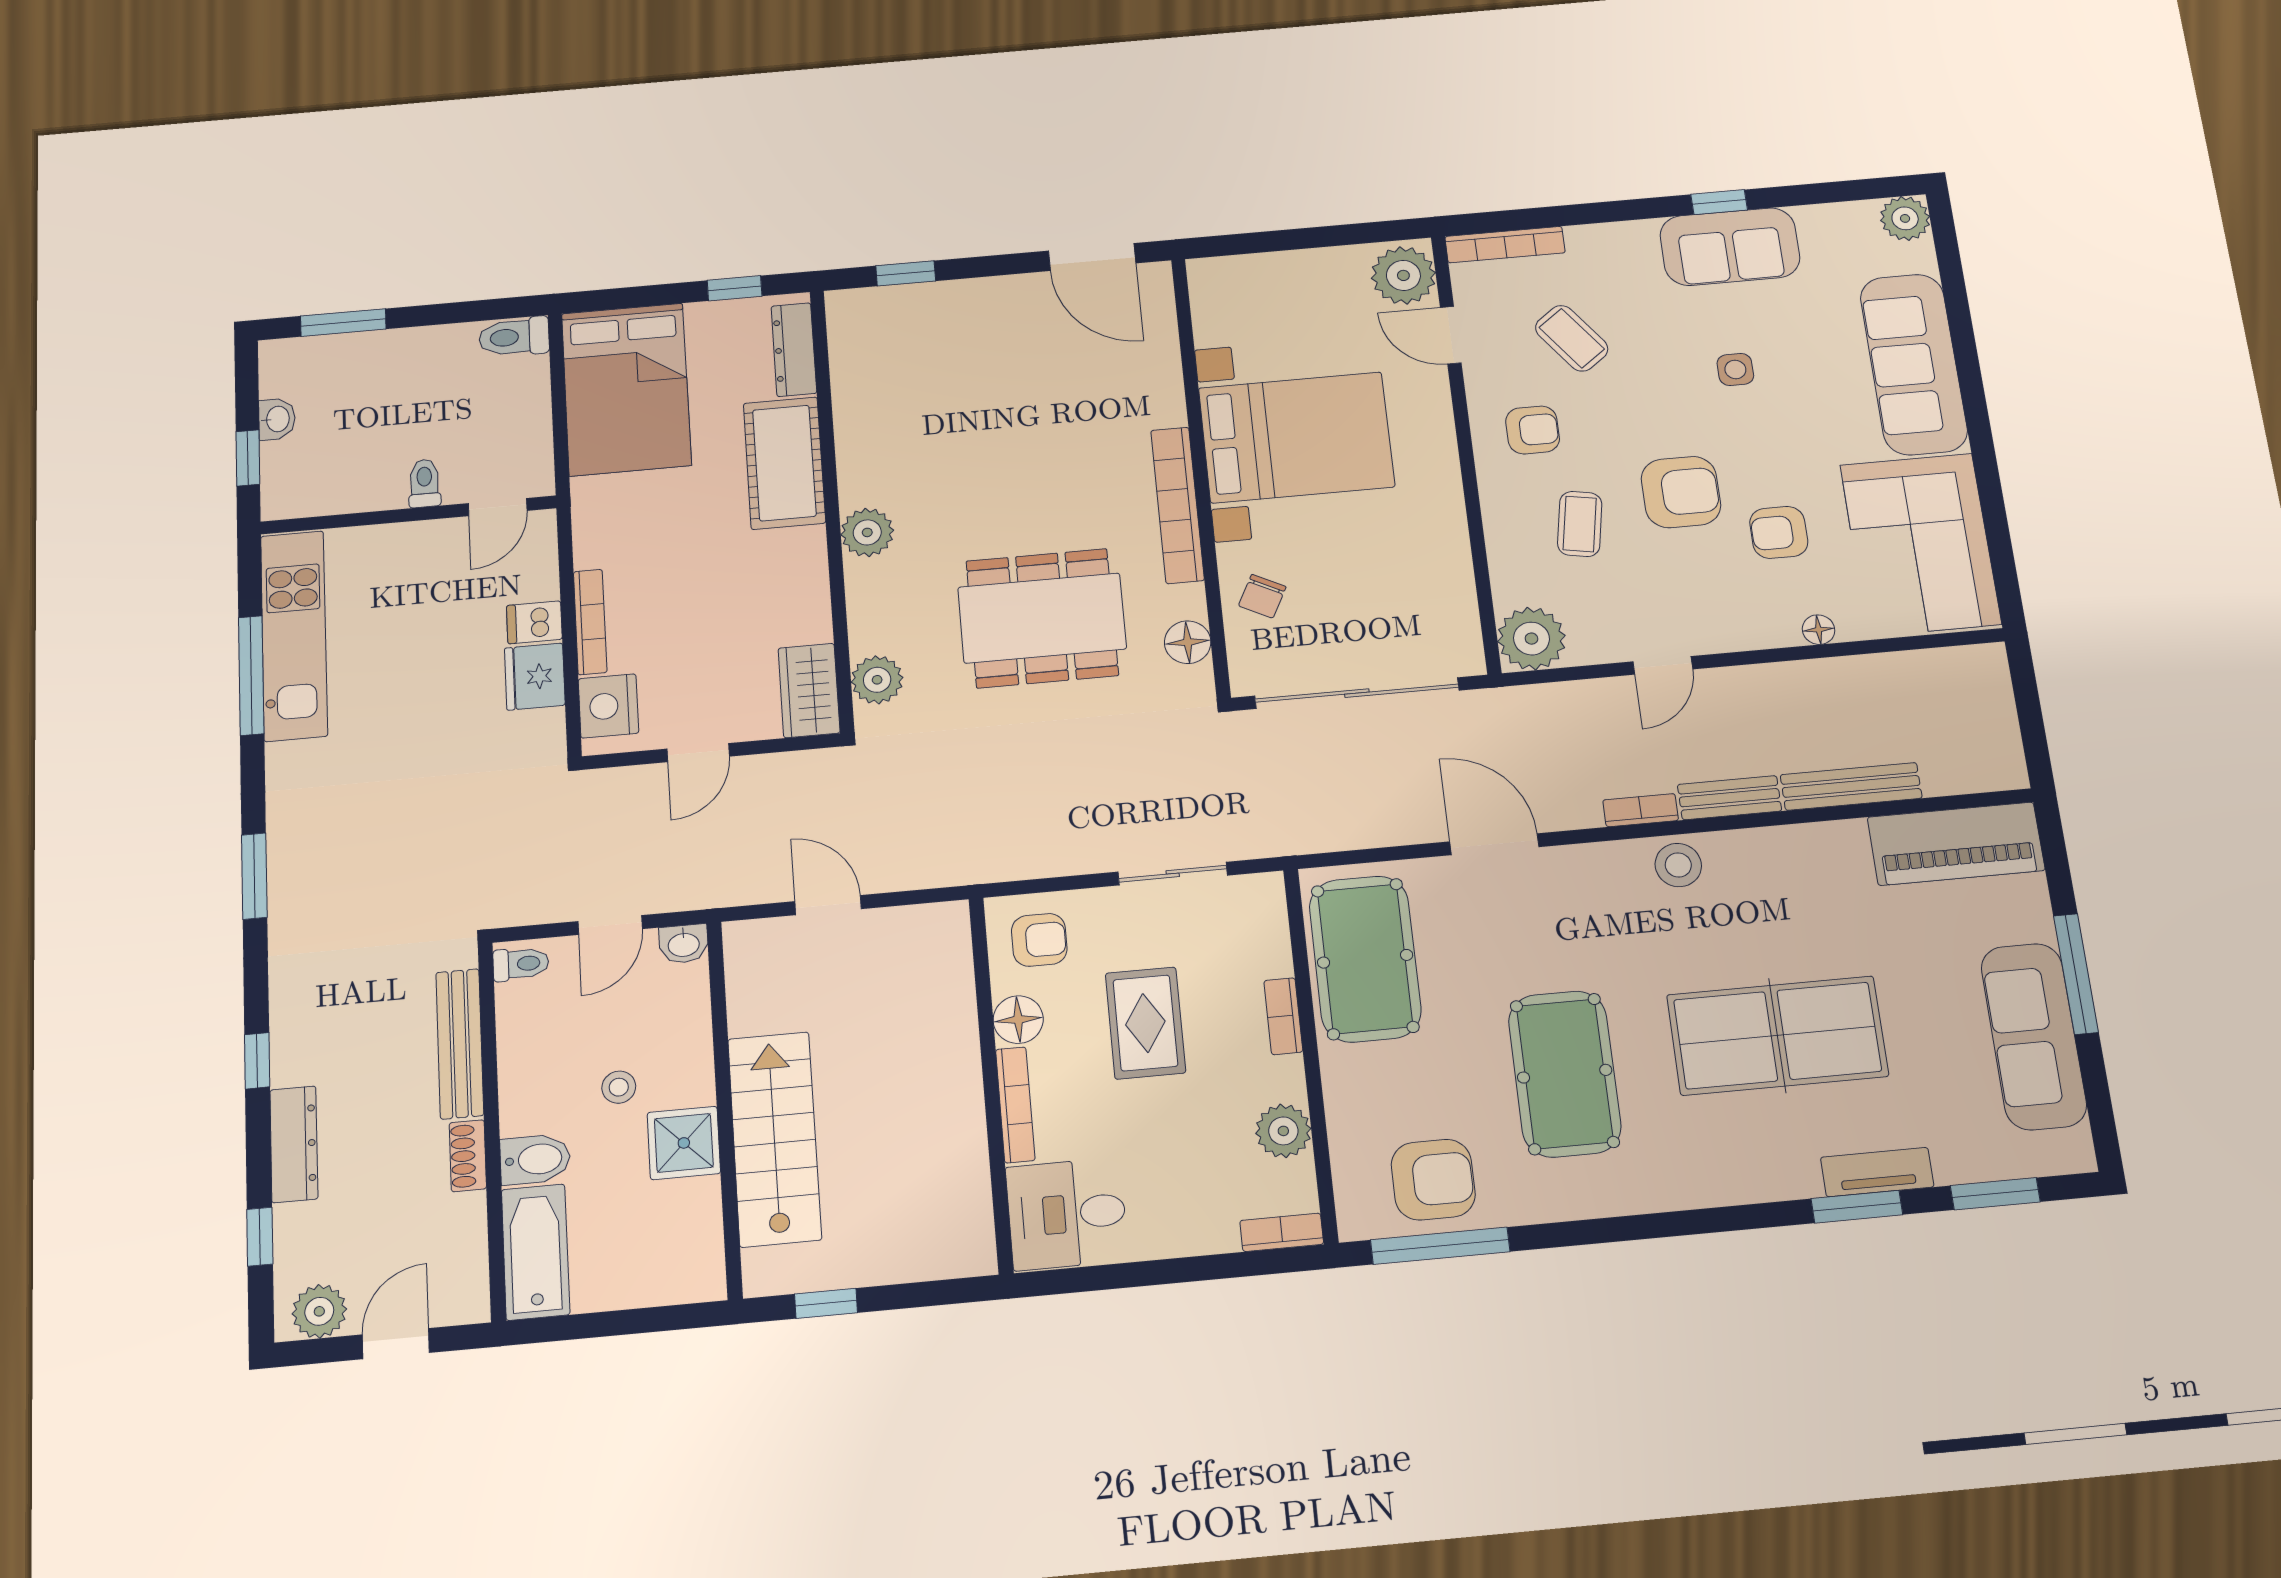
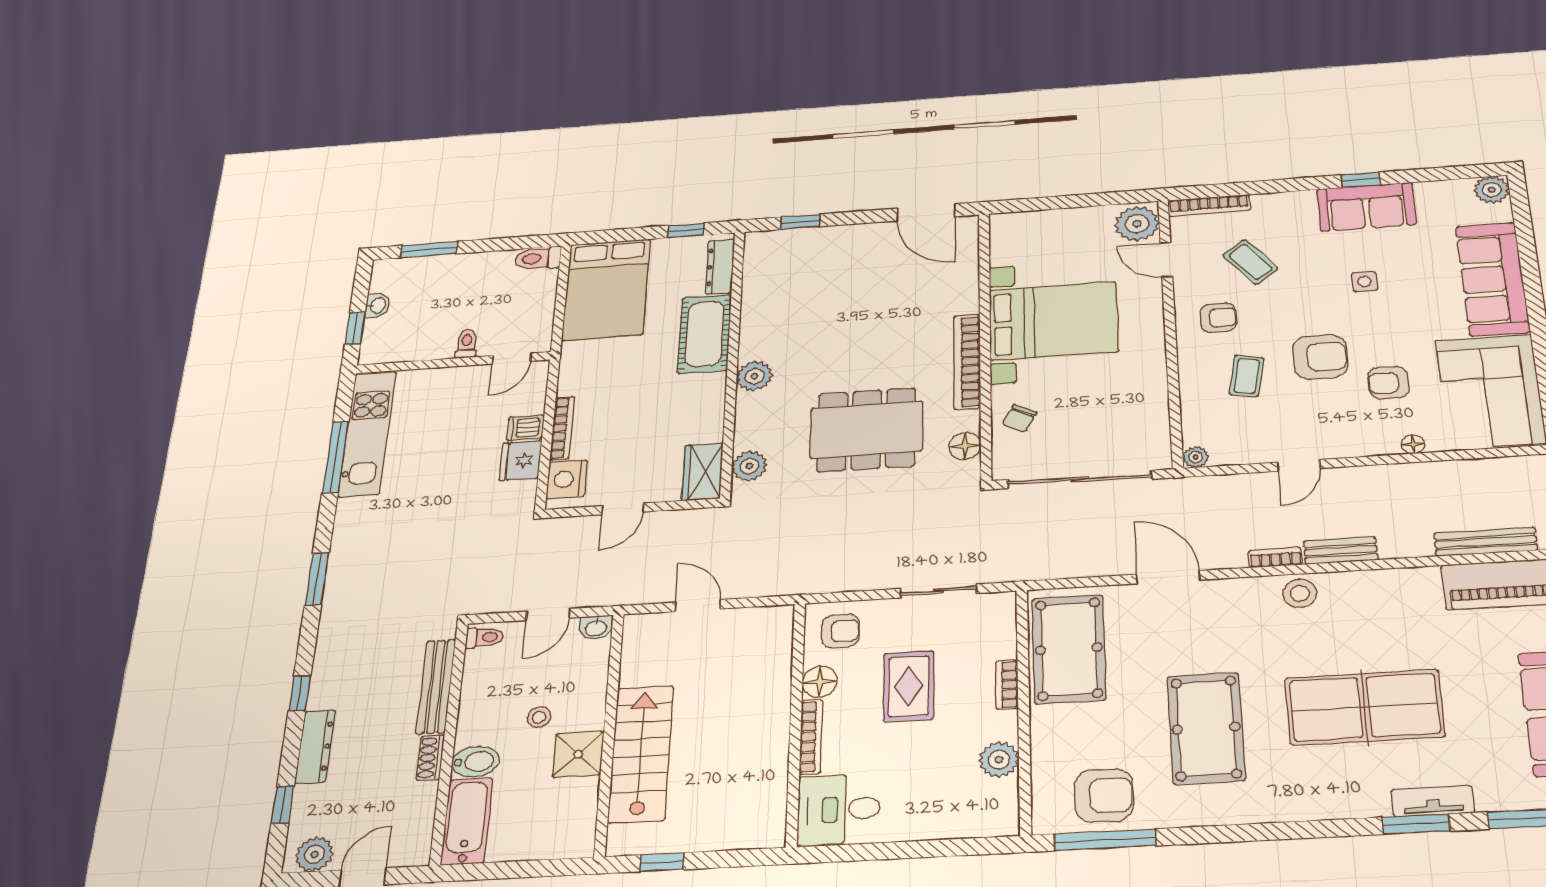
plant: (1531, 639) -> (1195, 457), width x0.53, depth x0.53
bench: (1851, 786) -> (1486, 542), moved
bookcase: (1282, 1232) -> (991, 827), removed

